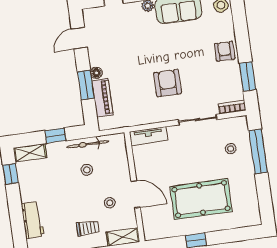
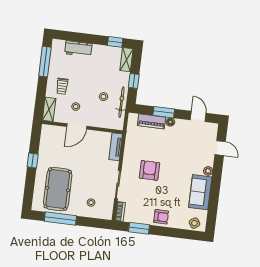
armchair: (168, 83) -> (149, 170), turned -90
window: (258, 152) -> (60, 219), moved
pool table: (201, 199) -> (58, 189), moved

